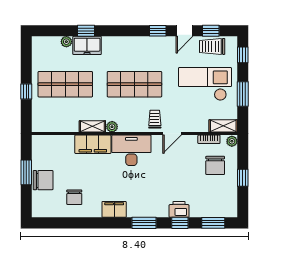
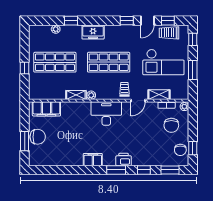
freezer: (87, 45) -> (93, 32), moved
checkout: (205, 84) -> (163, 62), turned 180
shelving: (223, 126) -> (159, 95), moved
filing cabinet: (93, 144) -> (46, 109), moved
window: (26, 172) -> (25, 141), moved
window: (243, 178) -> (193, 148), moved
chair: (74, 197) -> (180, 150), moved
printer: (179, 209) -> (124, 159), moved

